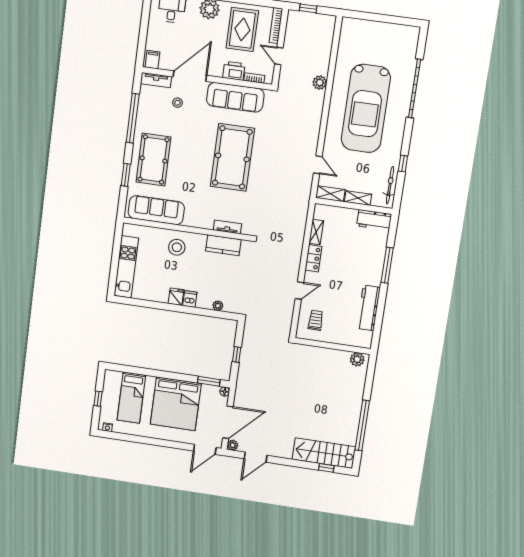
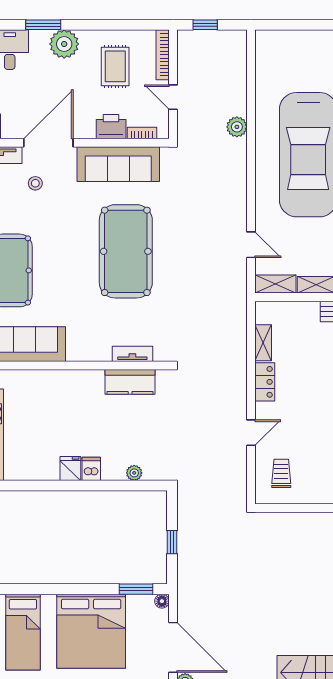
rug: (242, 29) -> (115, 66), width x0.73, depth x0.70
stool: (177, 247) -> (62, 395), removed
door: (228, 422) -> (173, 647), hinge flipped

